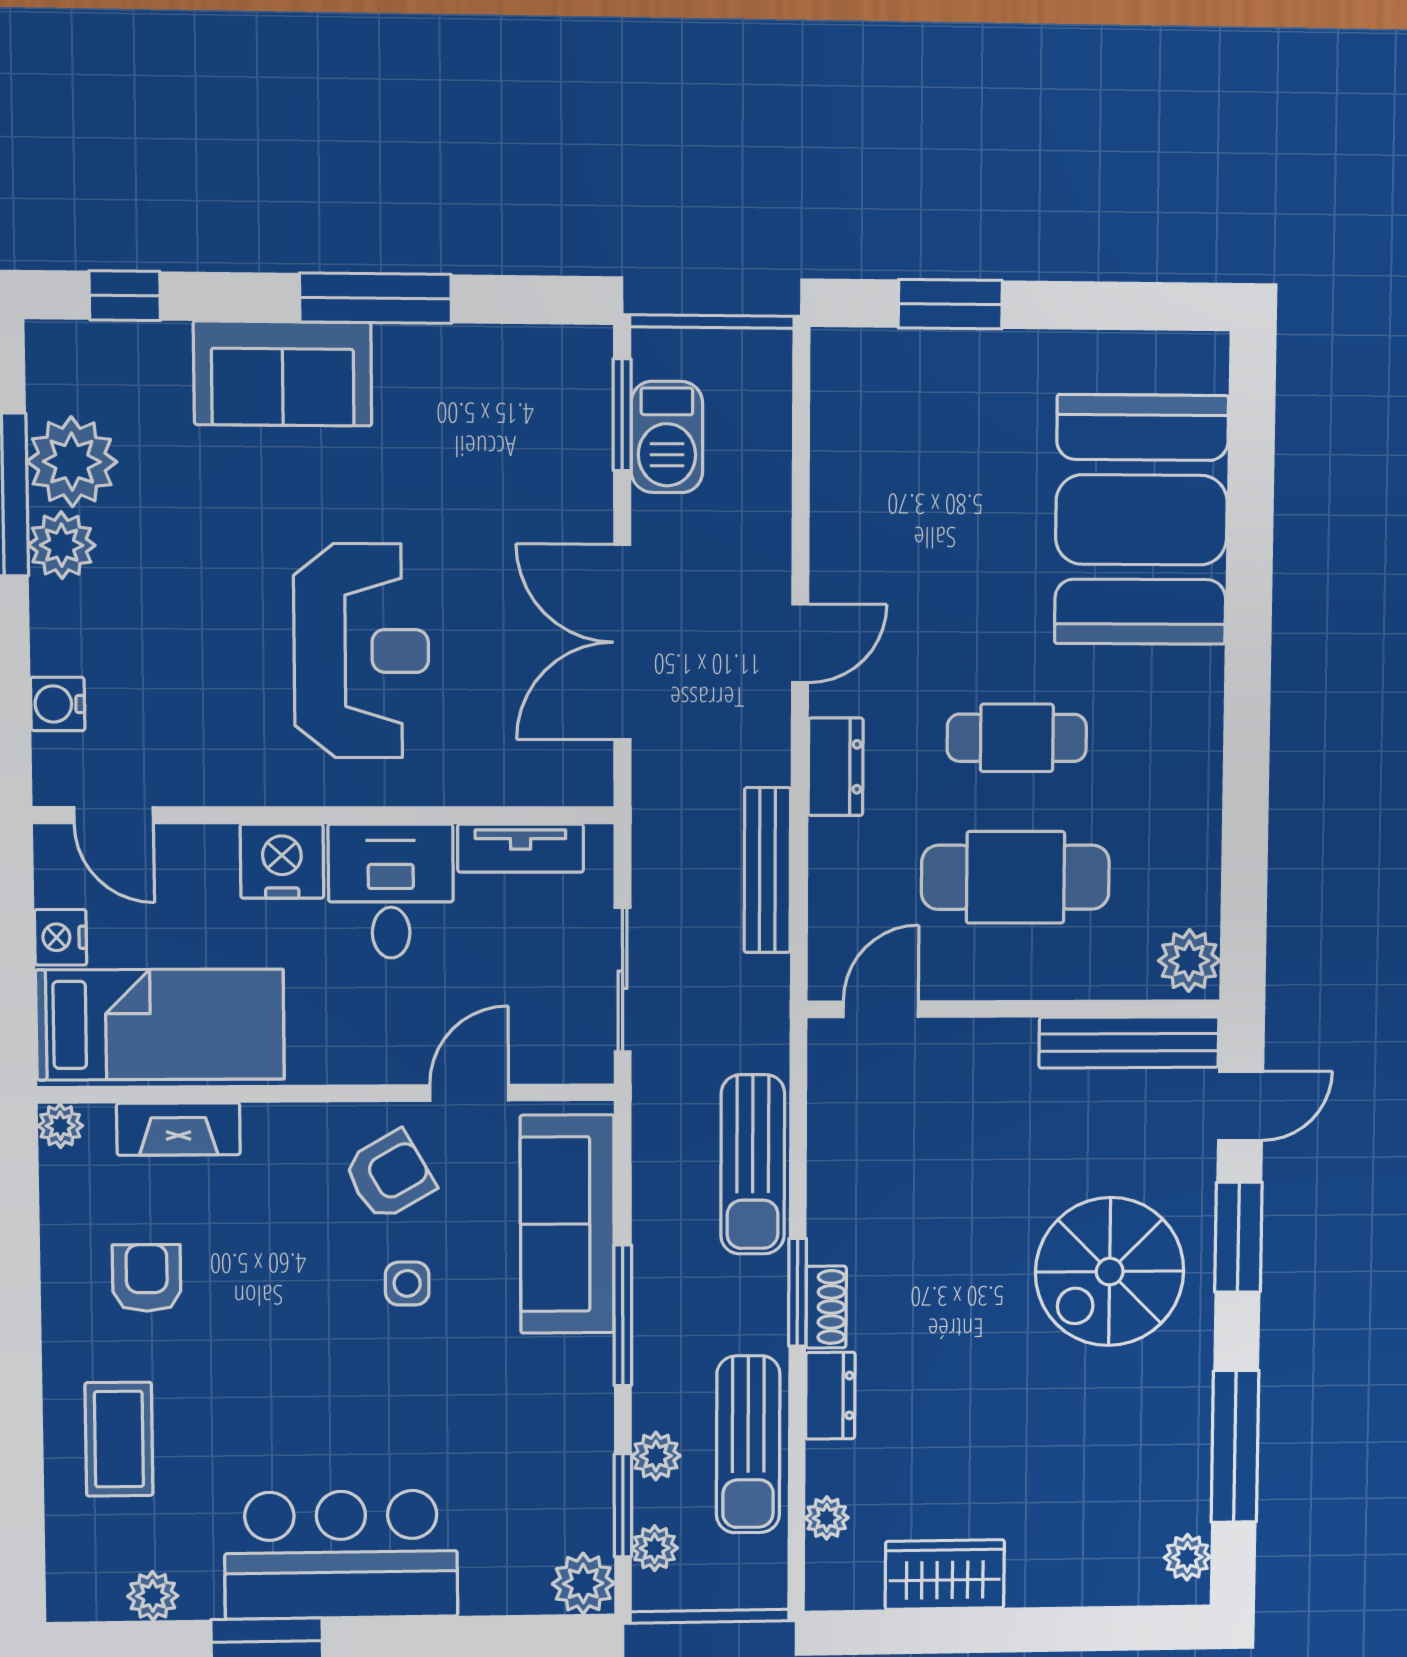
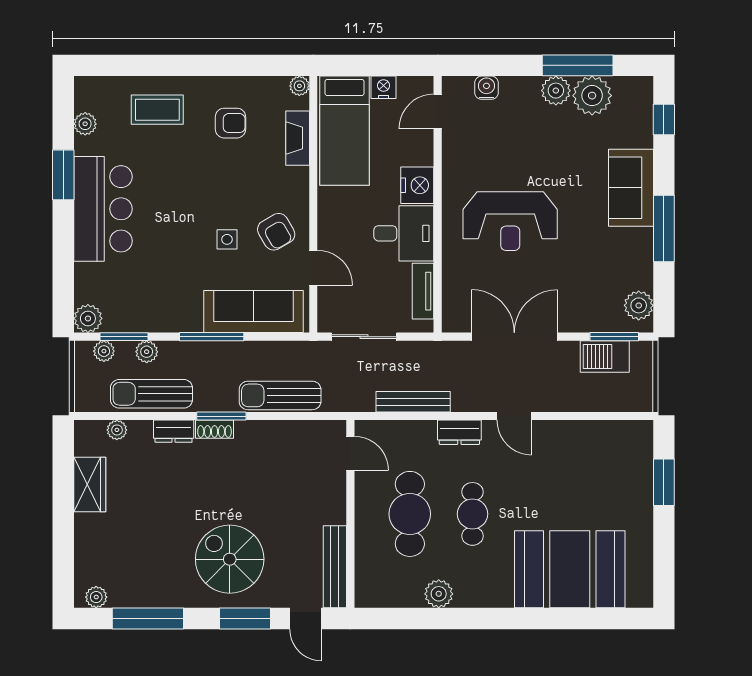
plant: (551, 358) -> (639, 305), added
plant: (1189, 961) -> (439, 594), moved

